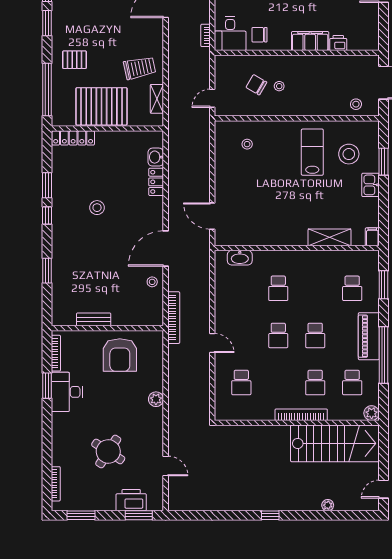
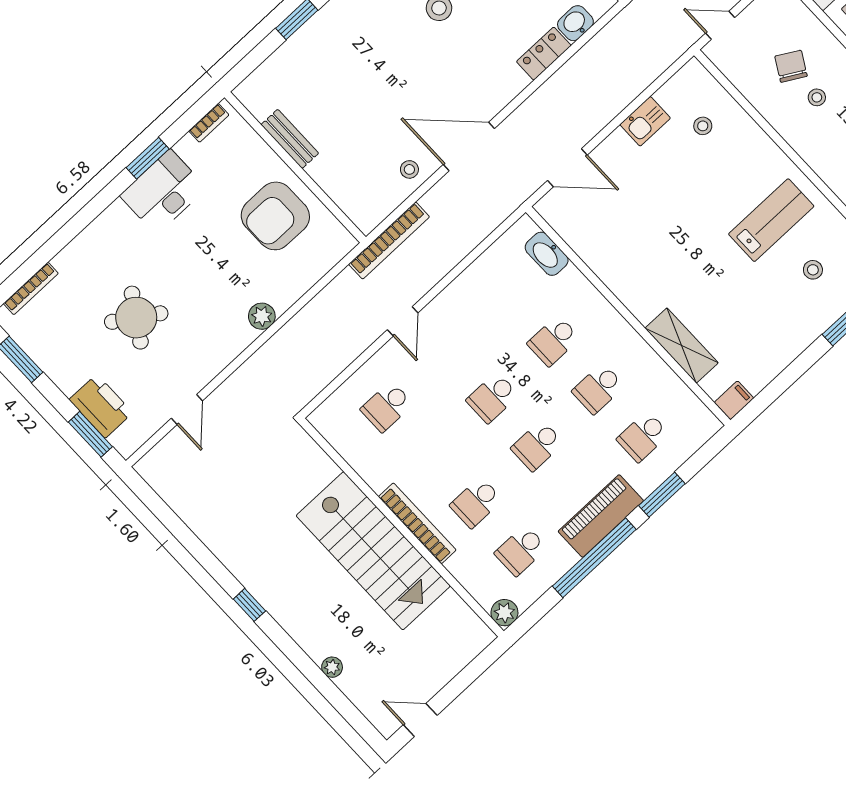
stool: (349, 154) -> (813, 270), width x0.53, depth x0.53
kitchen sink: (371, 185) -> (645, 121), moved, turned 180
door: (212, 216) -> (567, 168), swing flipped
window: (383, 285) -> (662, 495), moved
school desk: (315, 288) -> (598, 389), added
bookcase: (56, 353) -> (209, 123), width x0.64
stairs: (335, 443) -> (373, 551), moved

